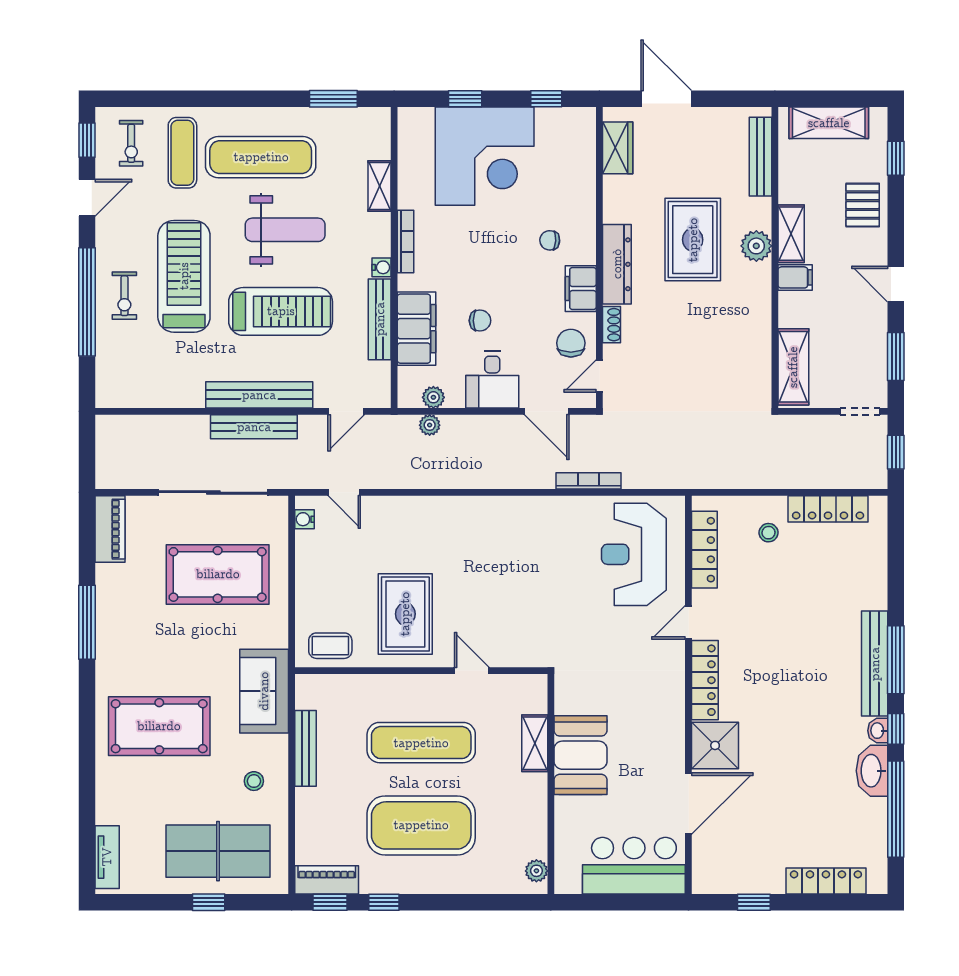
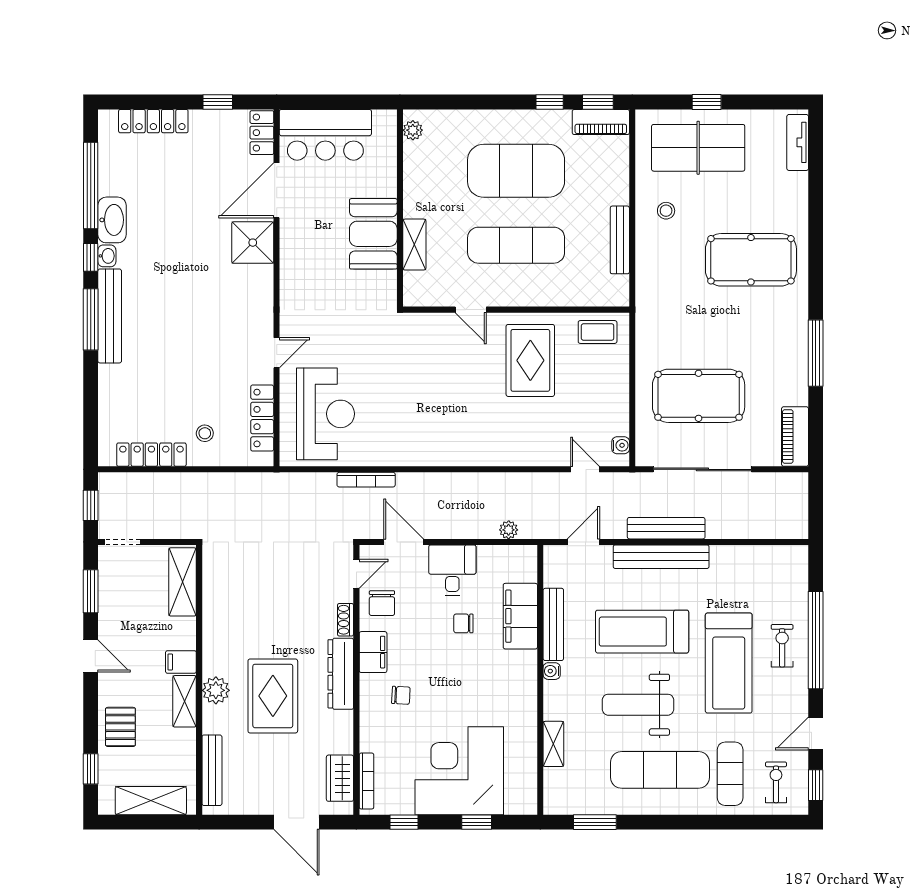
bookcase: (405, 242) -> (366, 781), moved, turned 180
plant: (433, 397) -> (505, 555), removed
locker: (705, 680) -> (262, 133), moved, width x0.66
sofa: (264, 691) -> (657, 291), removed

